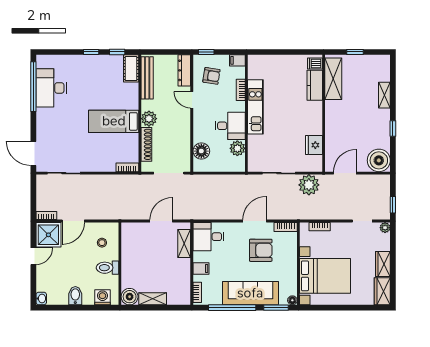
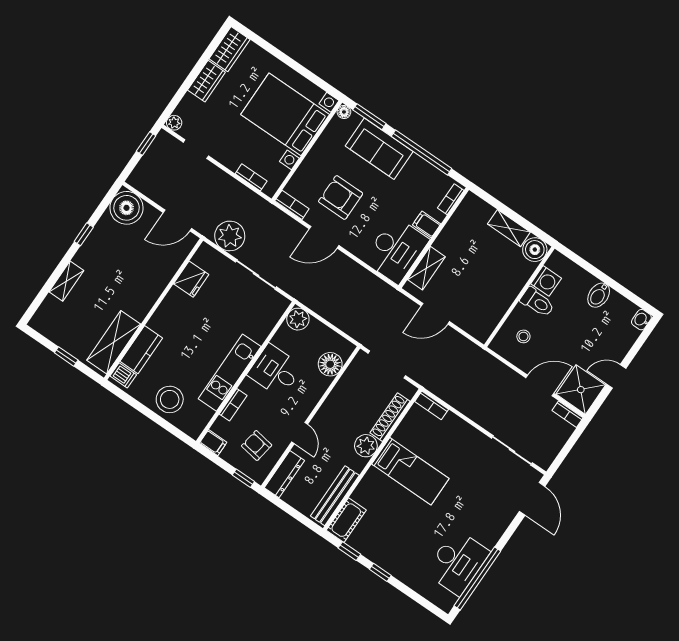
stool: (279, 68) -> (170, 399), added
plant: (237, 148) -> (298, 319), moved
desk: (209, 237) -> (396, 250), width x1.37
sofa: (250, 293) -> (379, 149), width x0.73
washing machine: (102, 297) -> (546, 281), moved, turned -90

